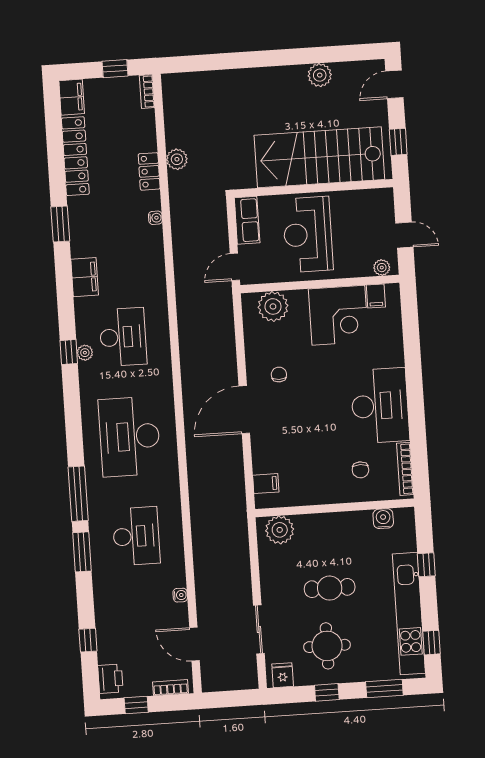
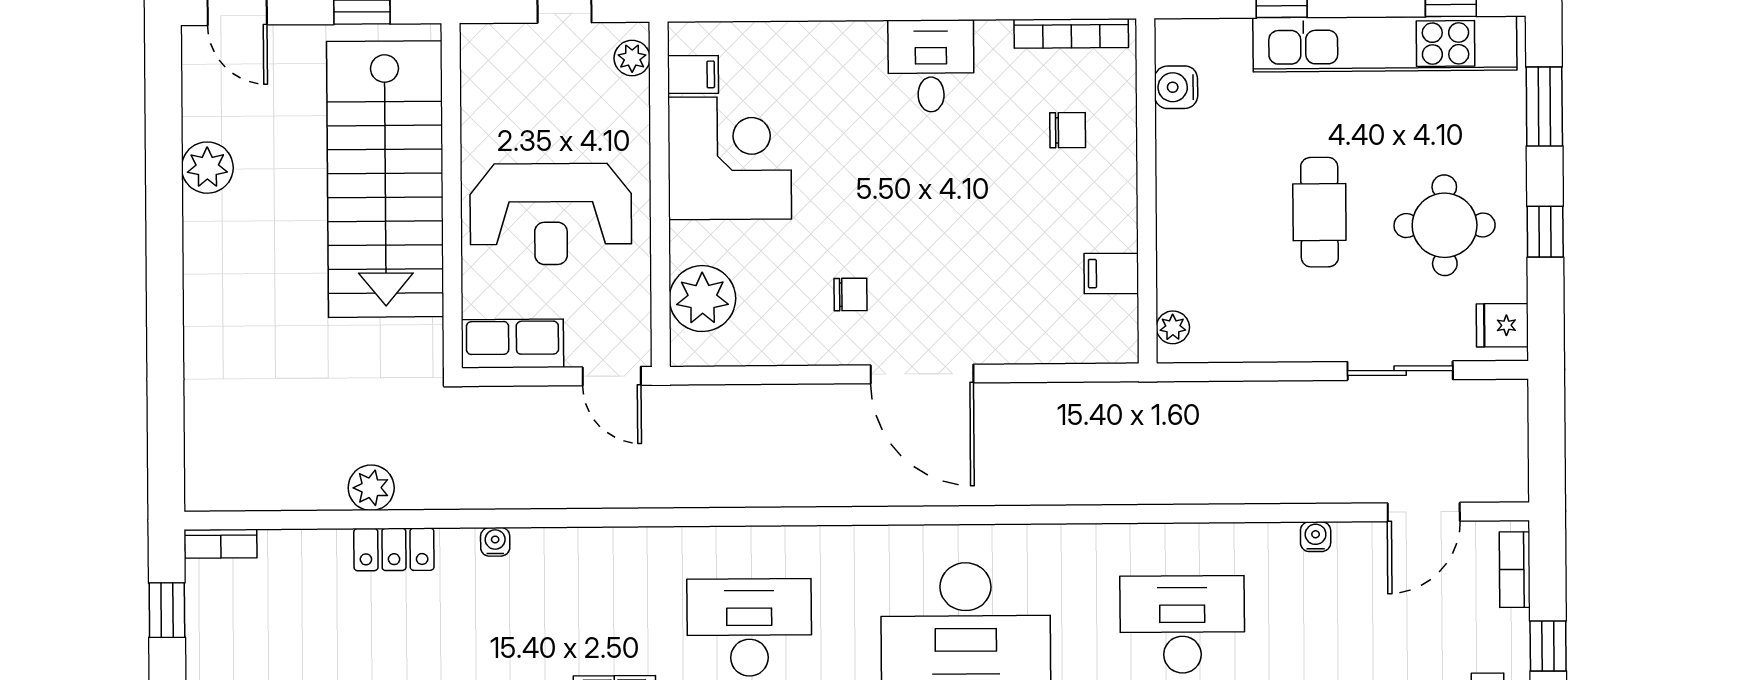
chair: (279, 375) -> (851, 294), turned 180
desk: (380, 406) -> (931, 66), width x0.53, depth x0.77
filing cabinet: (266, 484) -> (1111, 274), moved, turned -90
plant: (280, 530) -> (1173, 327), width x0.53, depth x0.53

